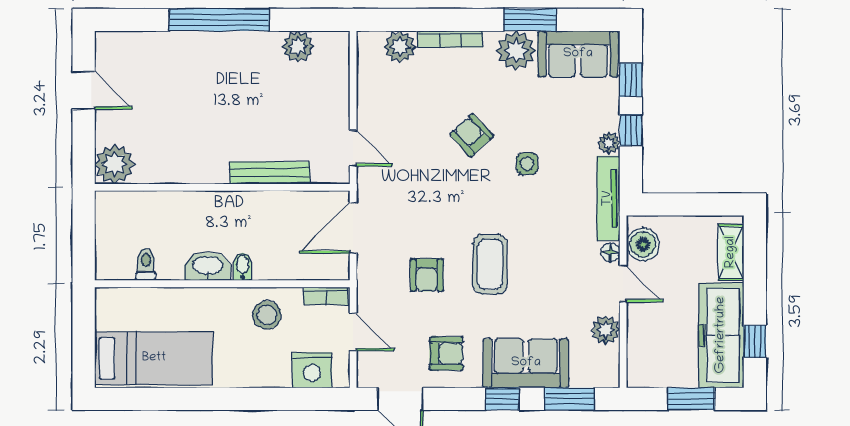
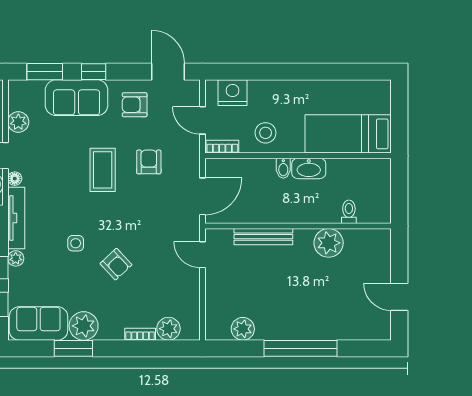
bookcase: (450, 39) -> (140, 334), width x0.64
plant: (115, 164) -> (329, 243), moved
toilet: (146, 264) -> (349, 212), moved, turned 180
bed: (154, 358) -> (348, 134), moved

